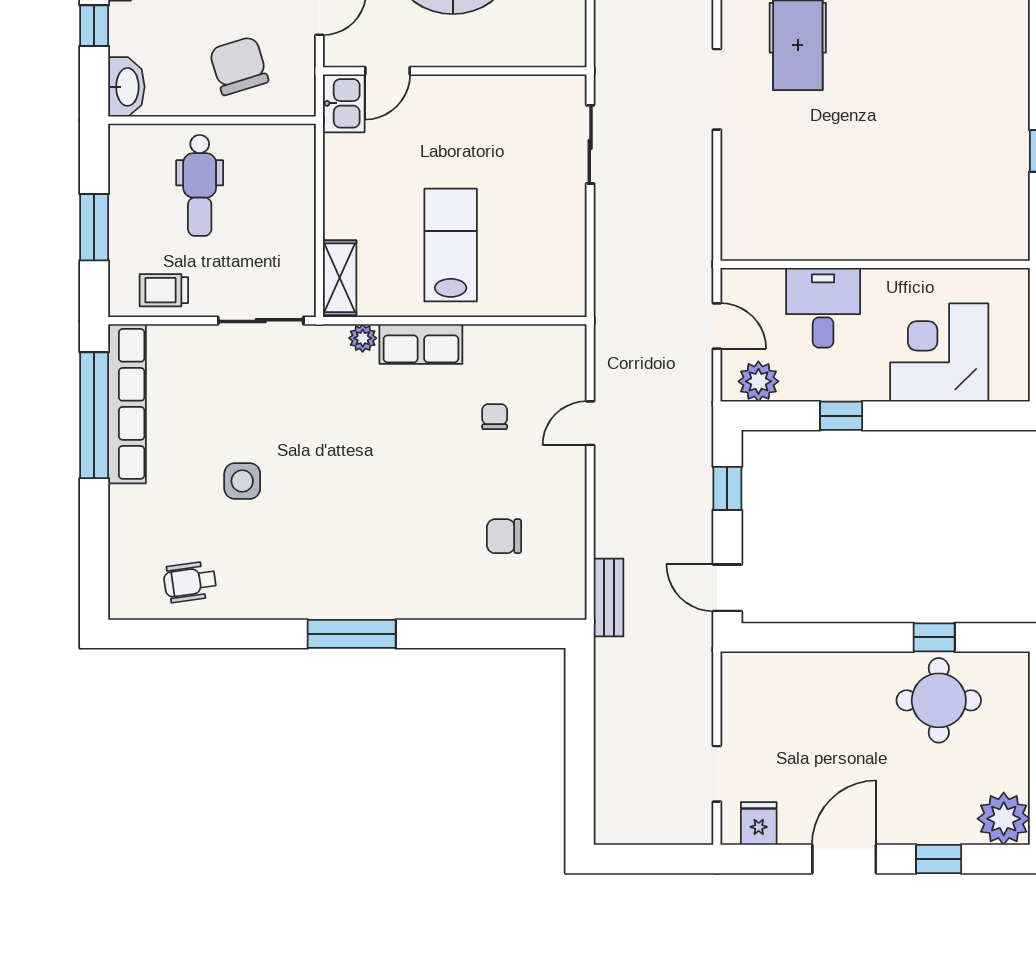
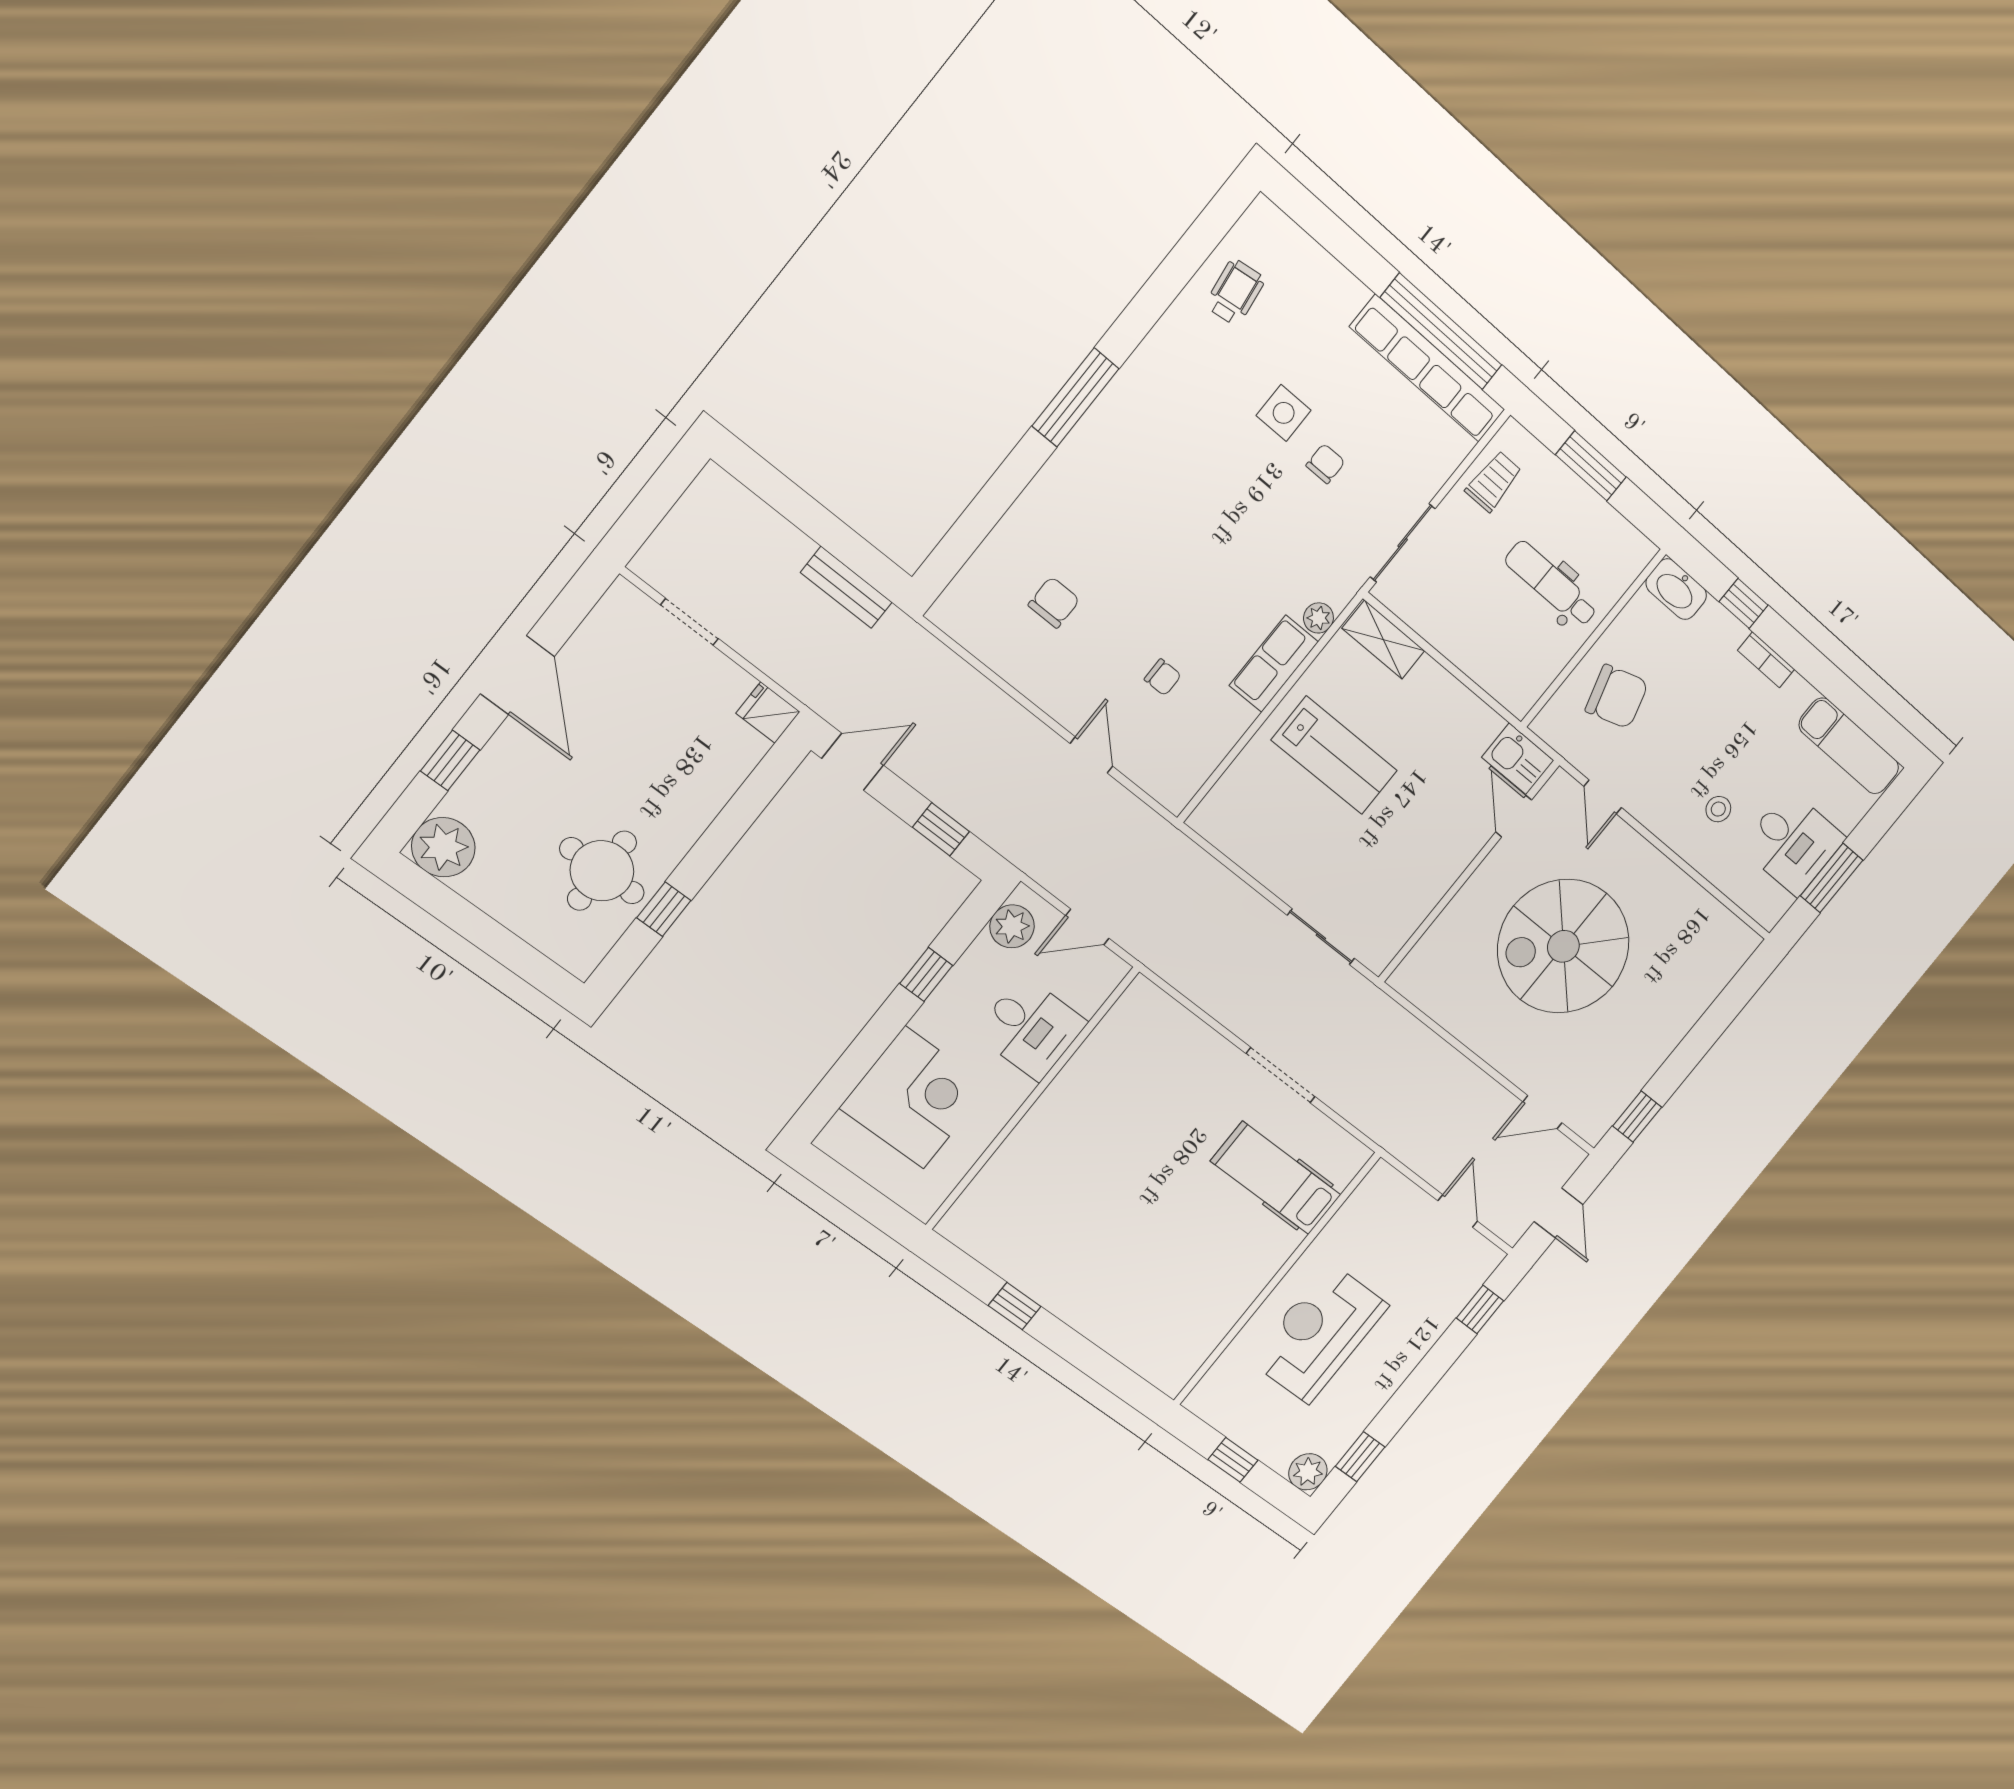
chair: (252, 422) -> (1325, 464), added
bench: (609, 598) -> (846, 587), moved
fridge: (759, 824) -> (768, 713), moved, turned 180

